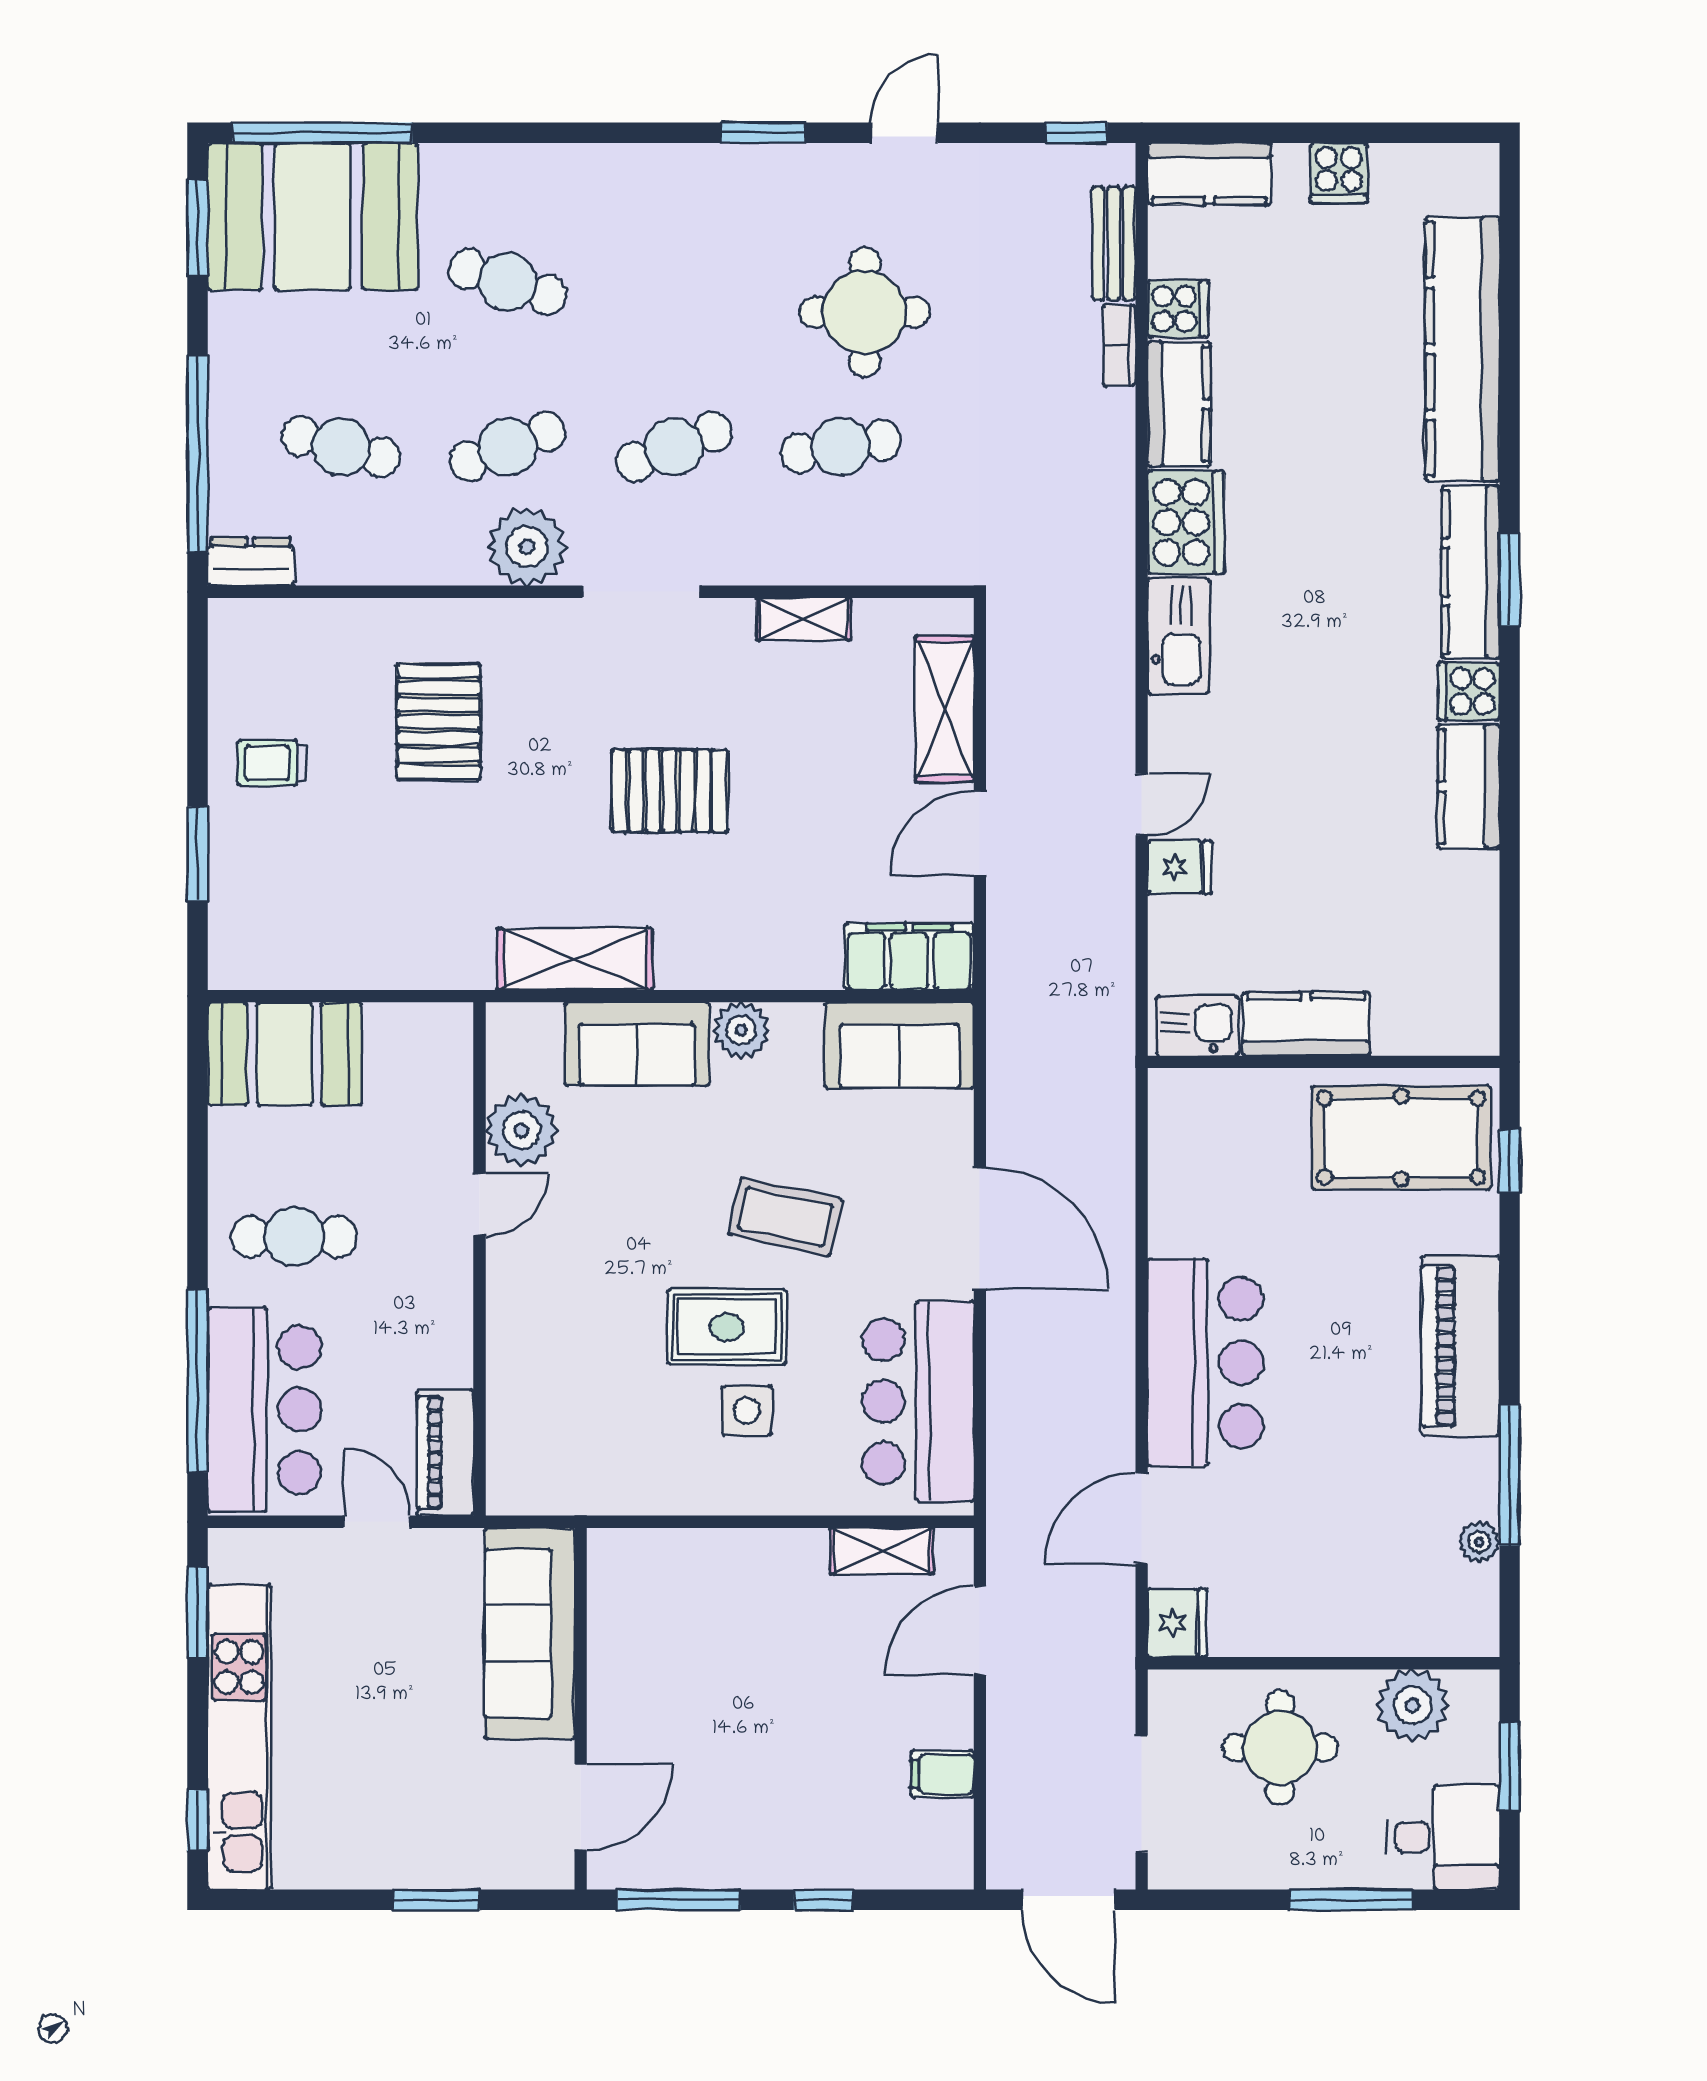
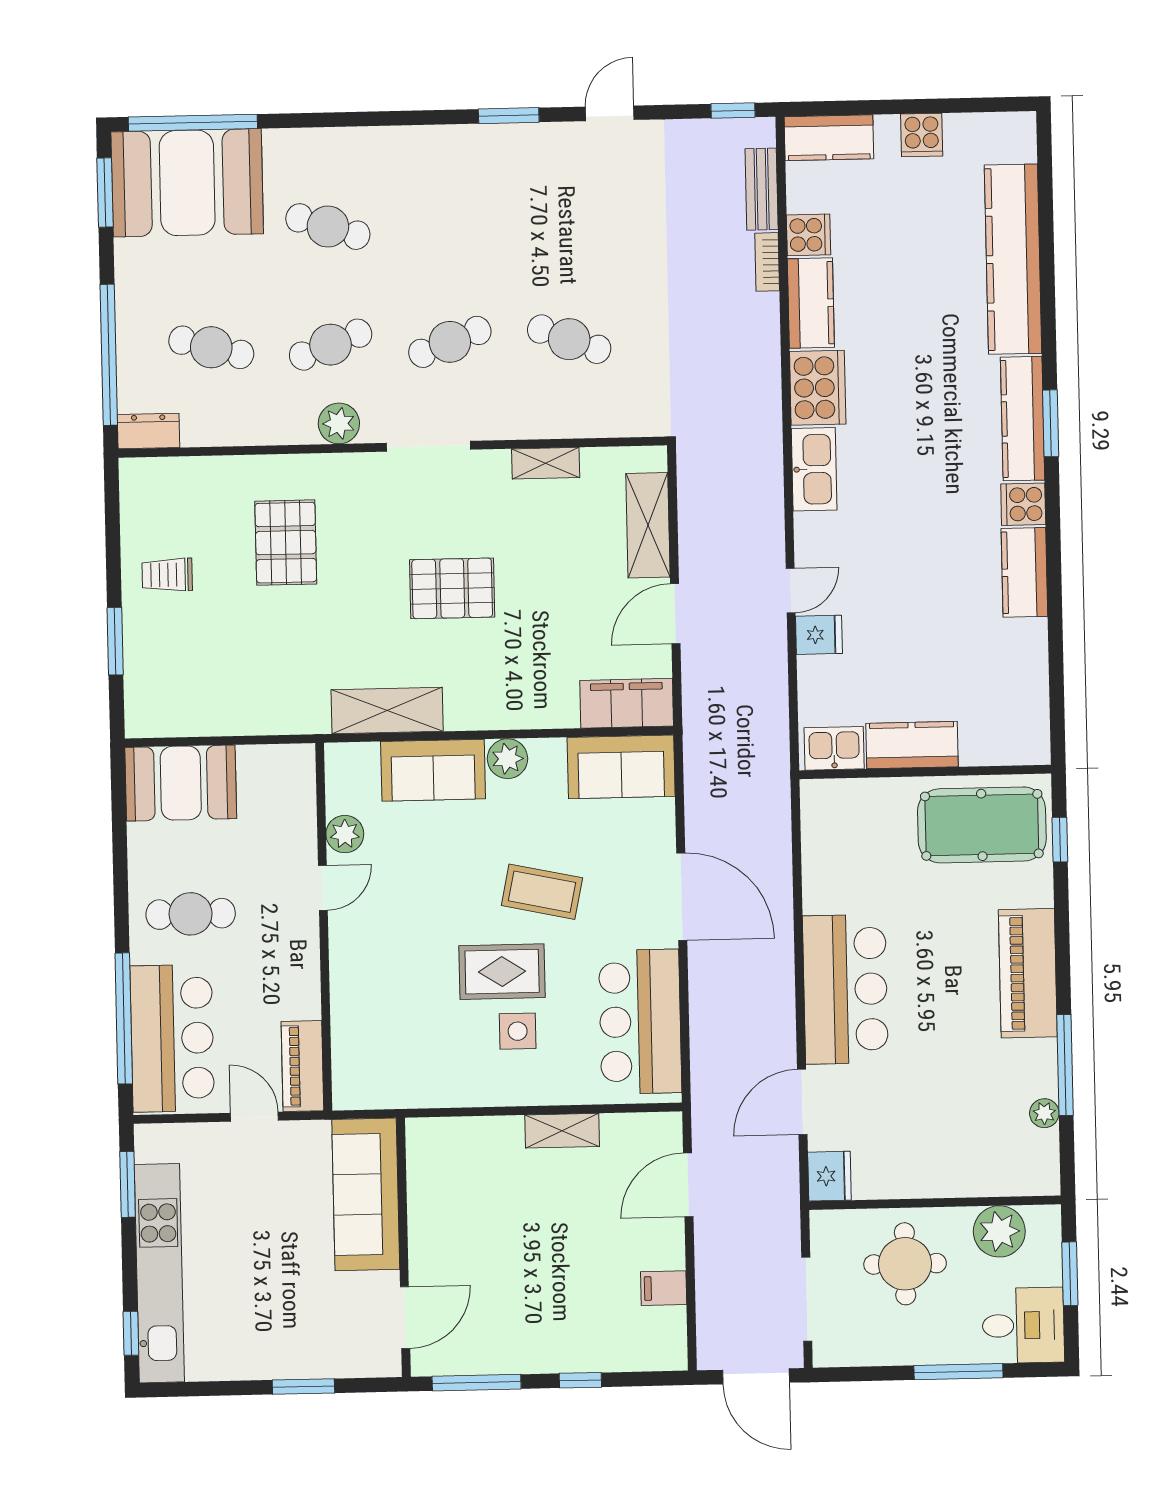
round table: (865, 312) -> (584, 242), removed
cafe table: (841, 447) -> (569, 339), turned 30
plant: (527, 547) -> (339, 423), width x0.73, depth x0.73
plant: (521, 1130) -> (345, 834), width x0.73, depth x0.73
shelving: (882, 1551) -> (562, 1131), moved

